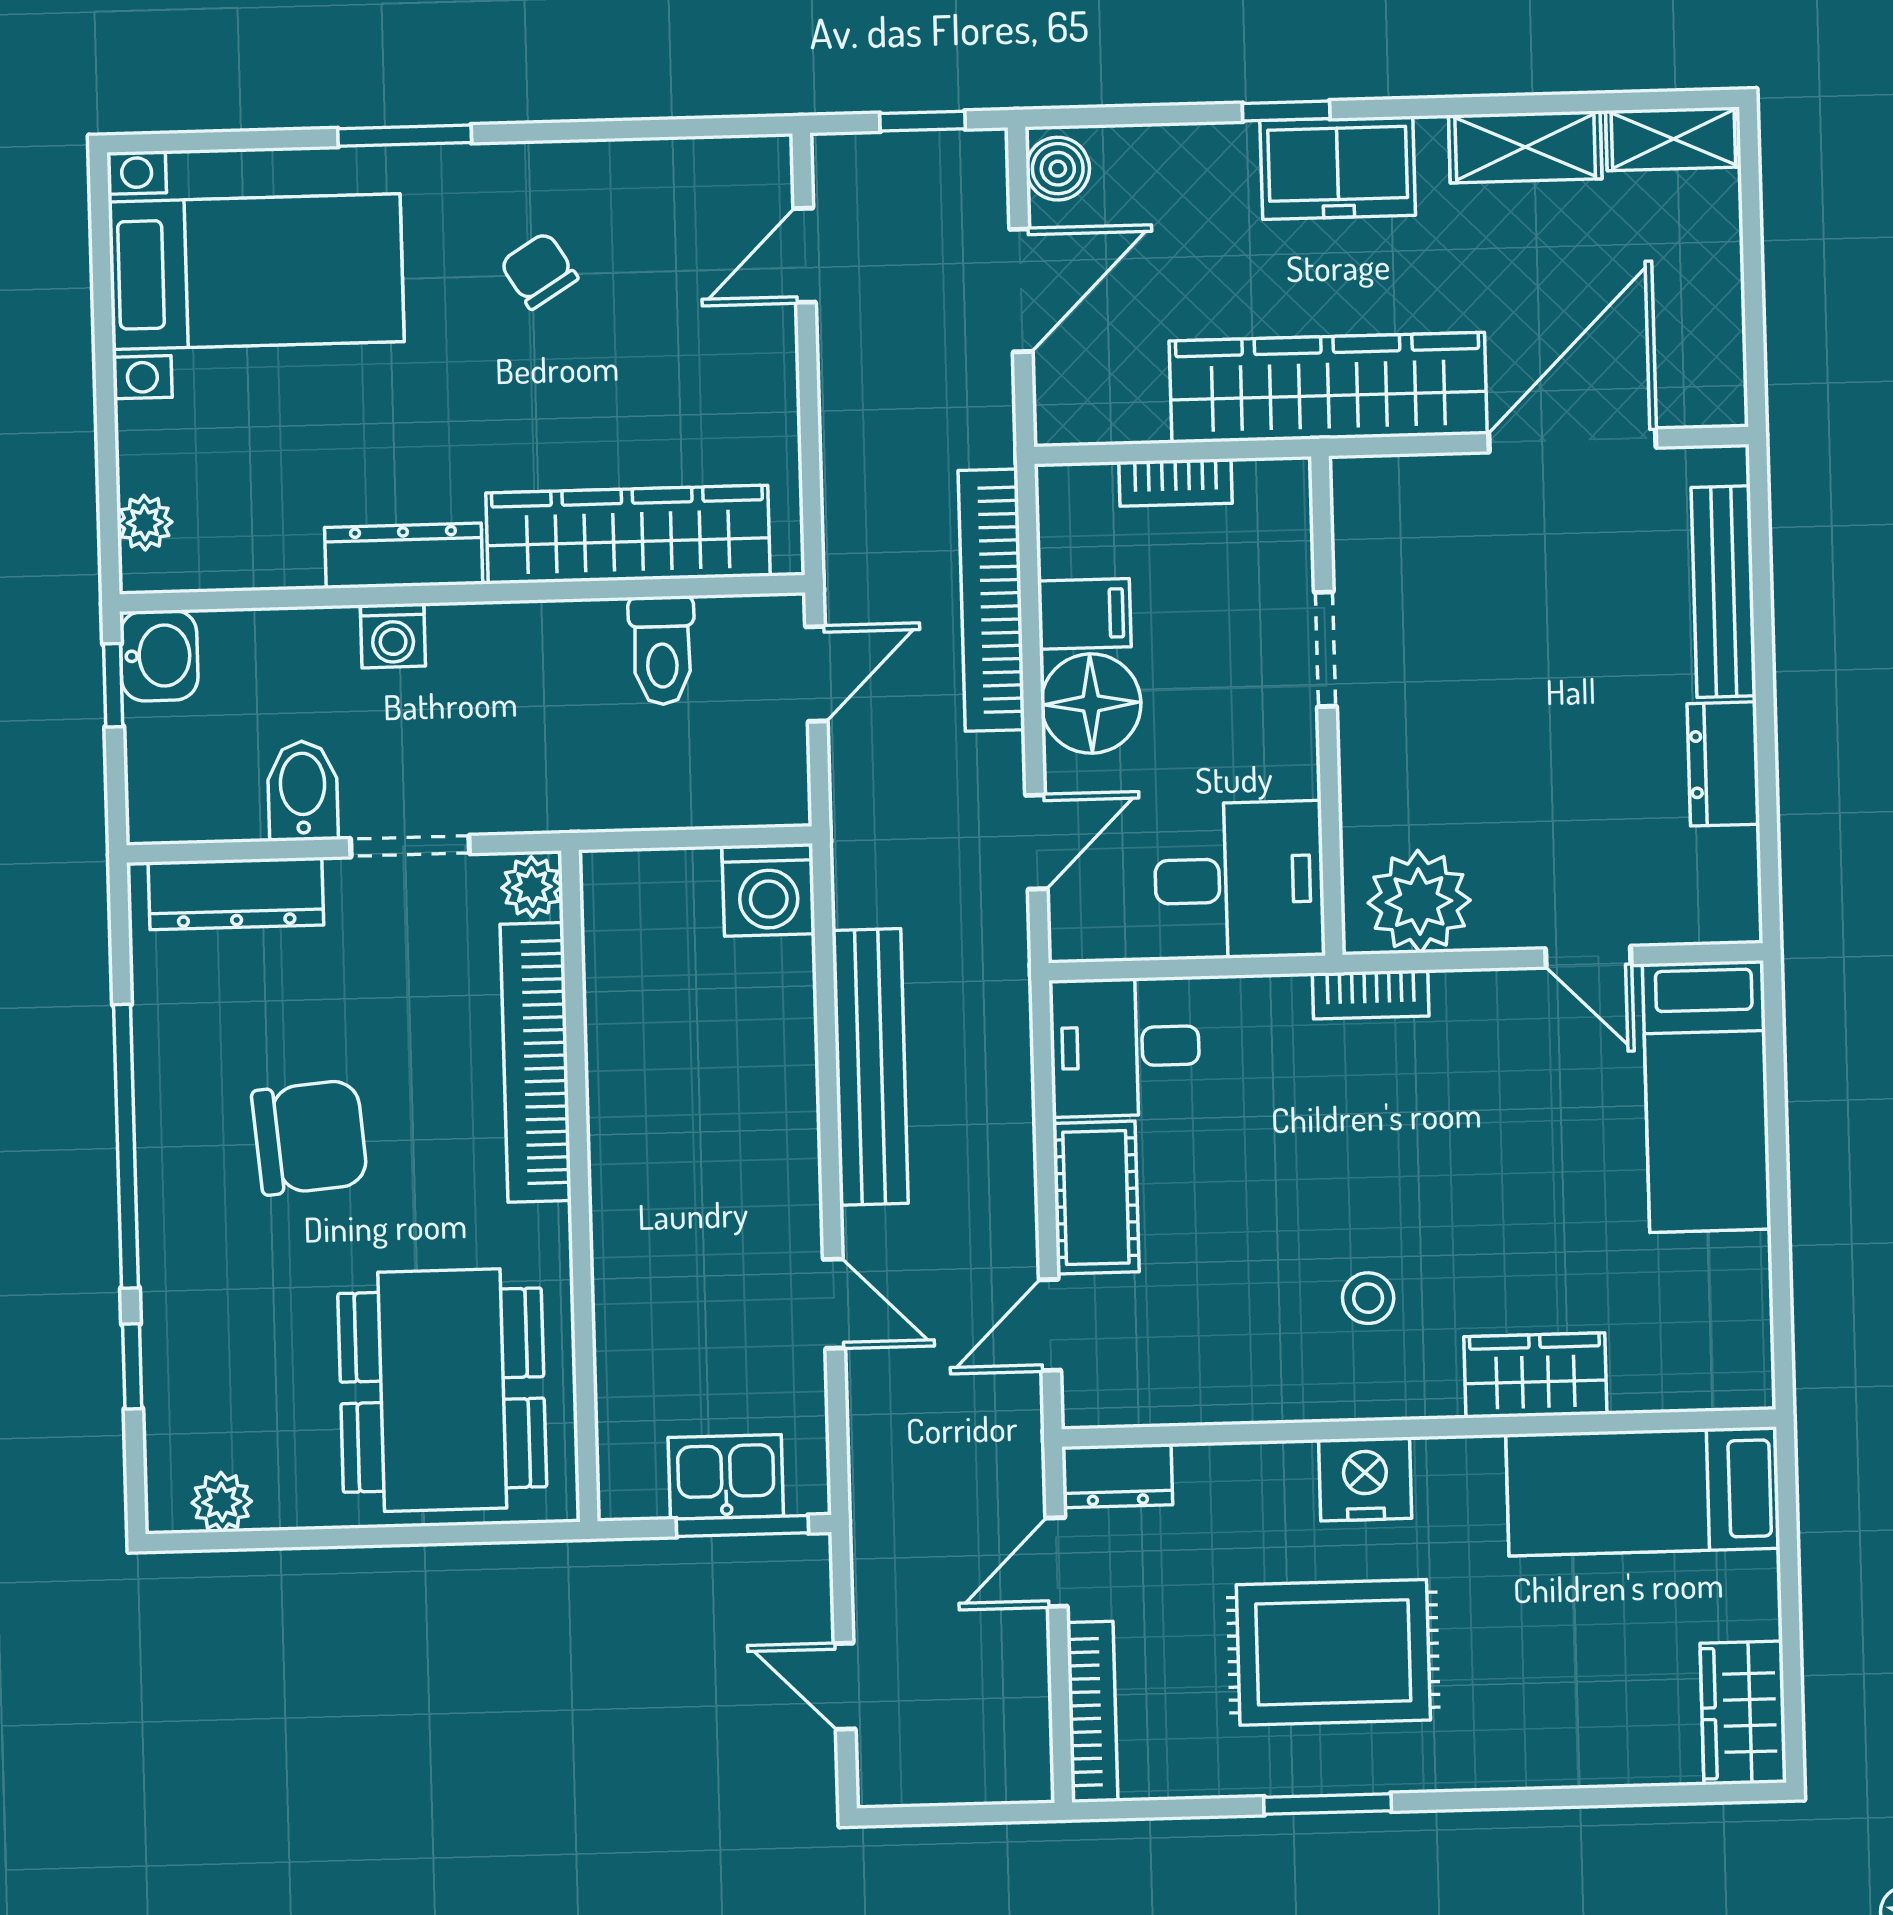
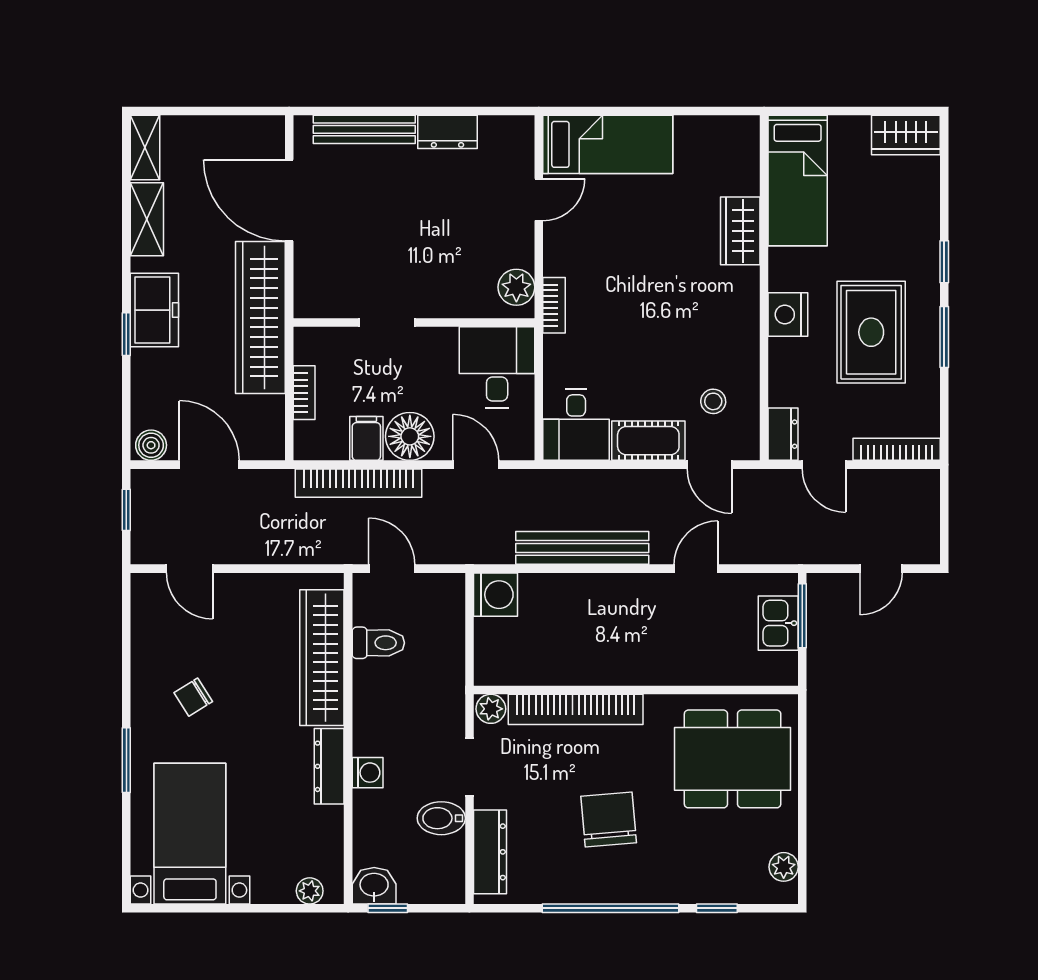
plant: (1419, 902) -> (516, 287), width x0.73, depth x0.73
stool: (1368, 1298) -> (713, 401), moved
window: (1483, 1800) -> (944, 262), added

